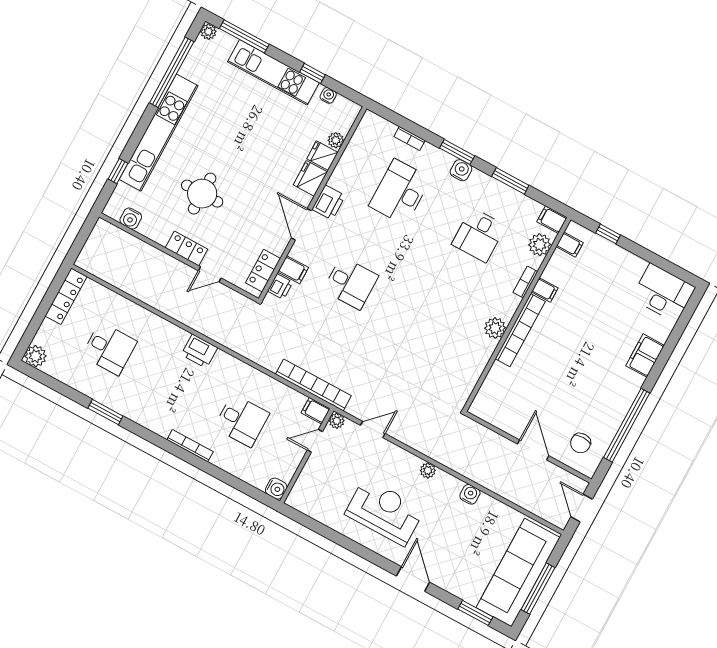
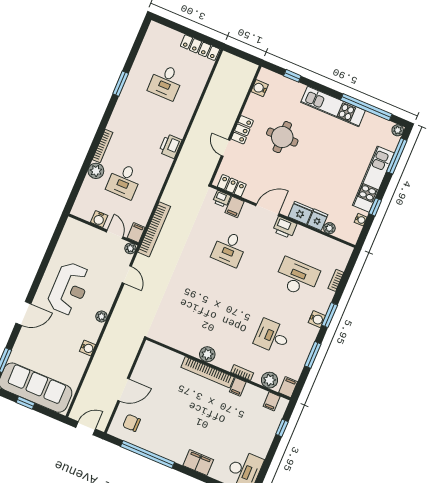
kitchen unit: (159, 133) -> (333, 106), width x0.73
plant: (36, 356) -> (96, 171), moved
water cooler: (276, 489) -> (99, 219), moved
window: (538, 589) -> (25, 403), width x0.46

